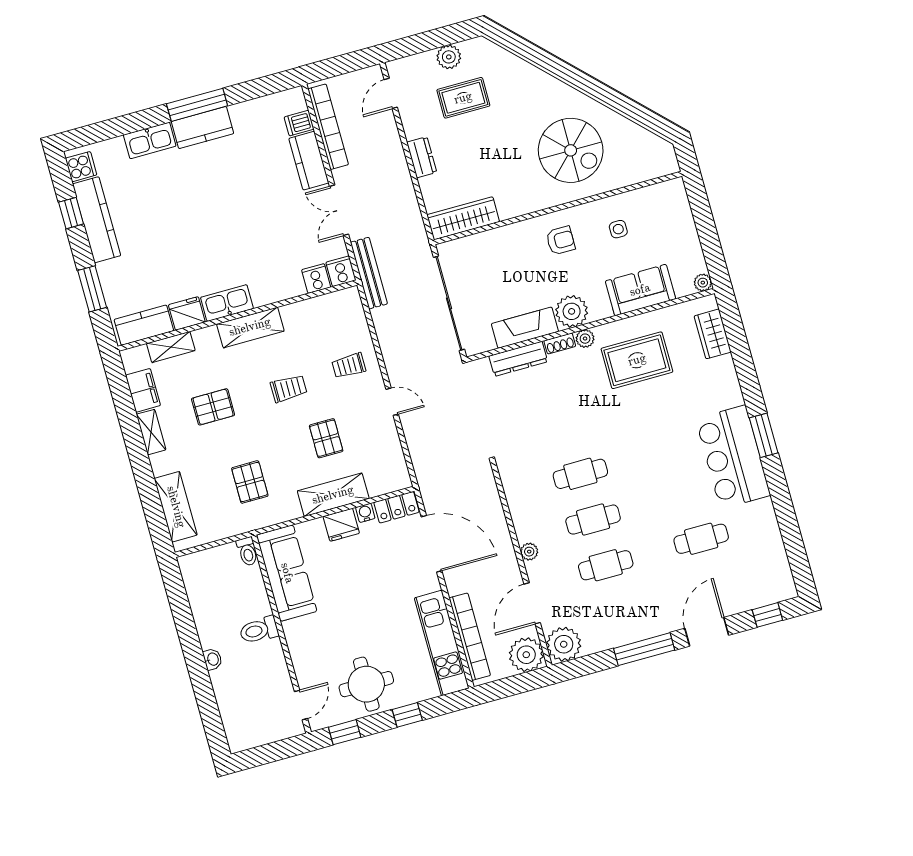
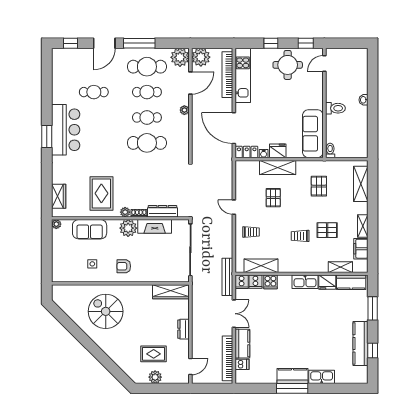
cooker: (81, 167) -> (270, 282), moved, turned -90
shelving: (250, 327) -> (261, 266), moved
rug: (637, 360) -> (101, 193), turned 90
trolley: (289, 388) -> (300, 236), moved
cafe table: (580, 474) -> (147, 143), width x1.37, depth x1.35
cafe table: (618, 611) -> (147, 67), added

